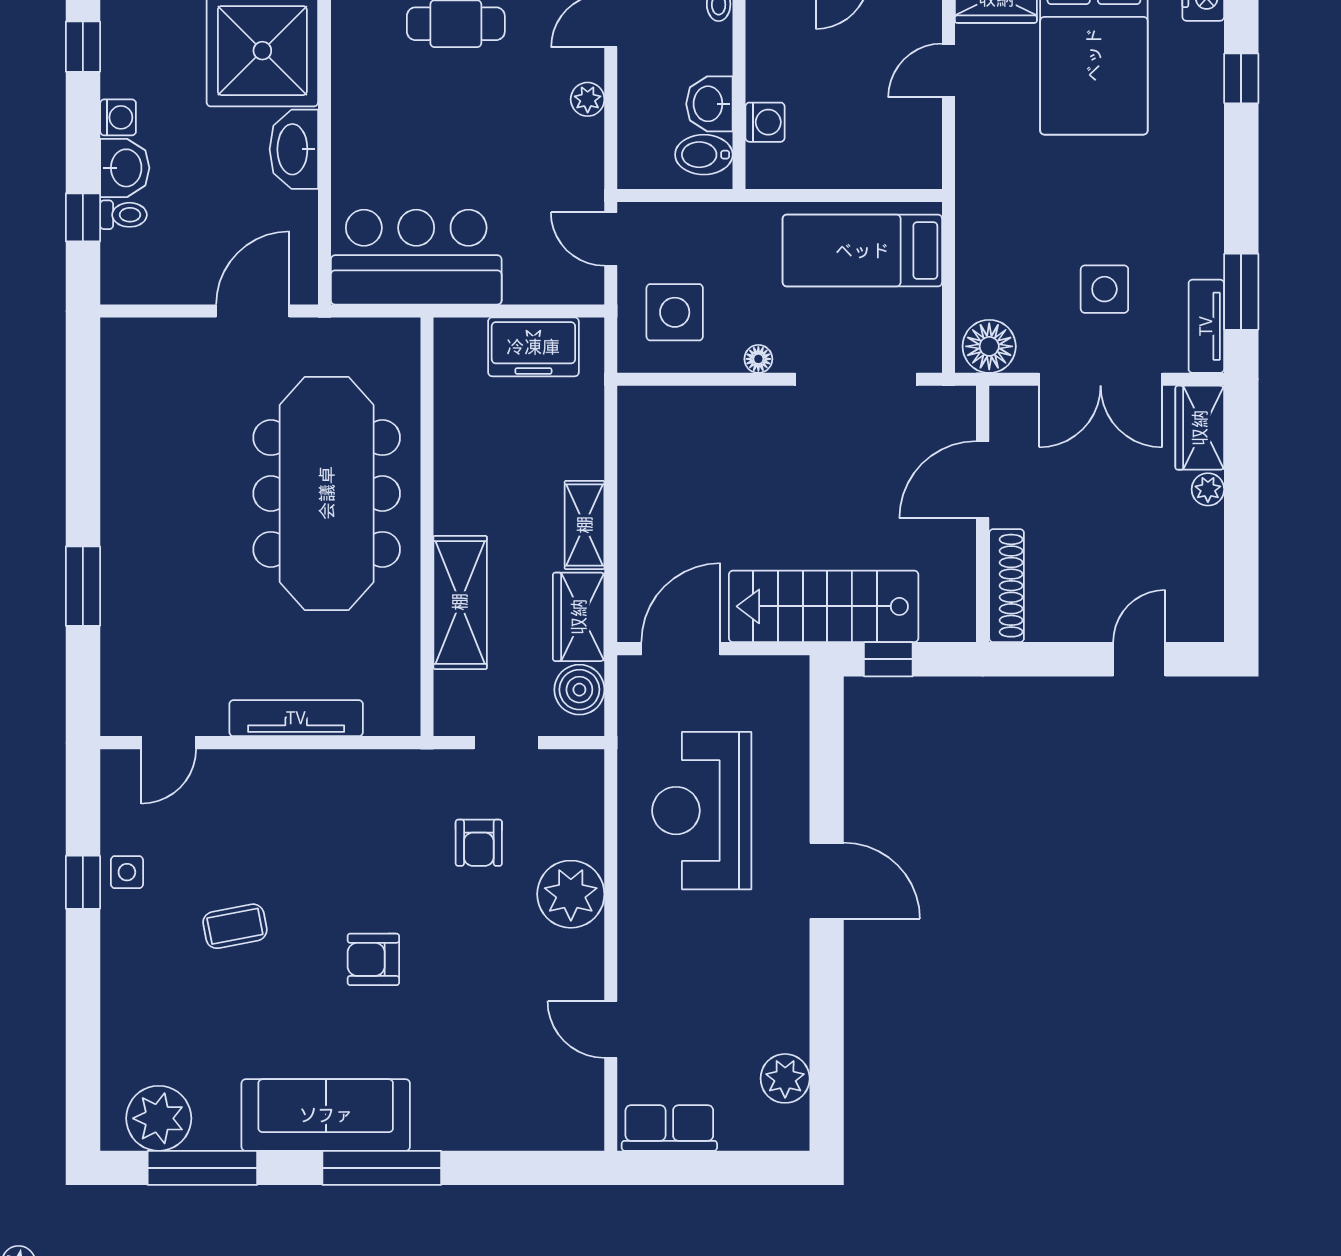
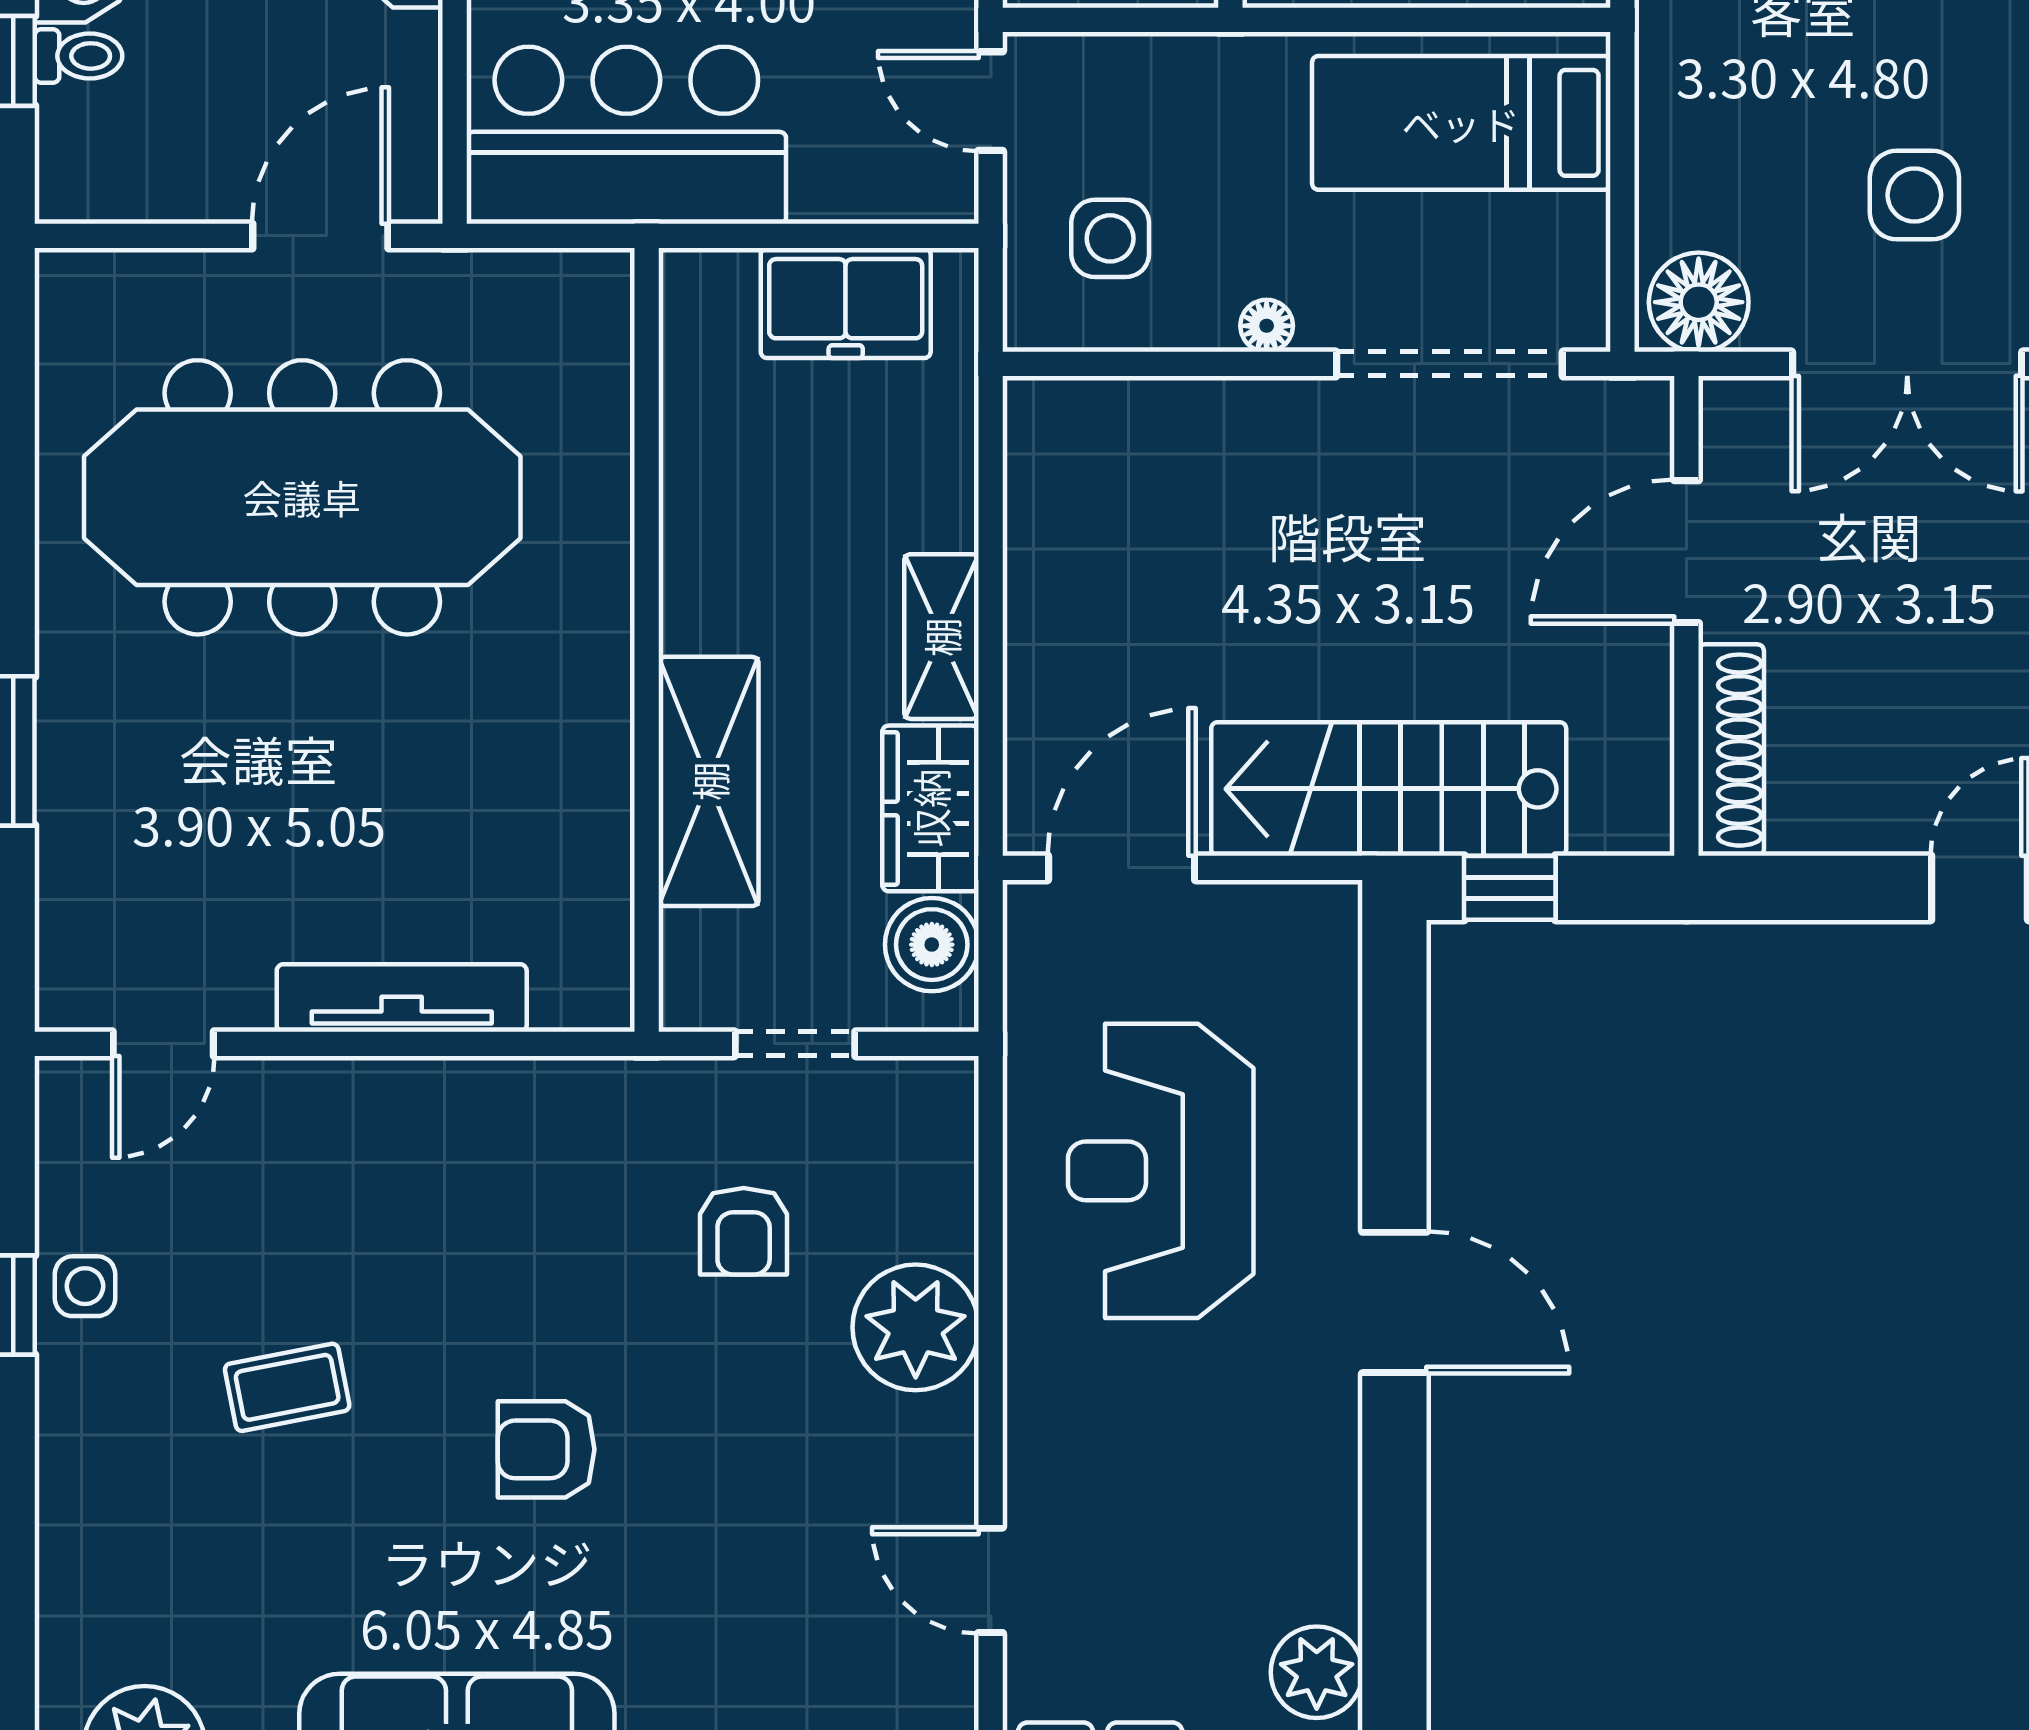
side table: (675, 312) -> (1110, 238), width x0.73, depth x0.73
meeting table: (327, 493) -> (302, 497), moved, turned 90

